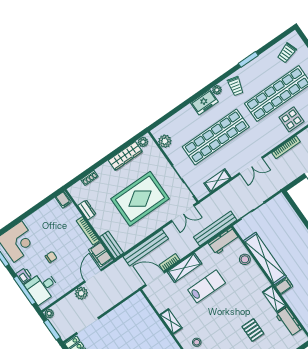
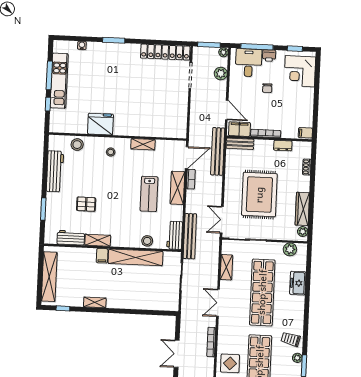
plant: (217, 90) -> (297, 358), moved
freezer: (204, 102) -> (298, 283), moved
bench: (146, 248) -> (218, 151), moved
plant: (81, 293) -> (221, 74), moved

